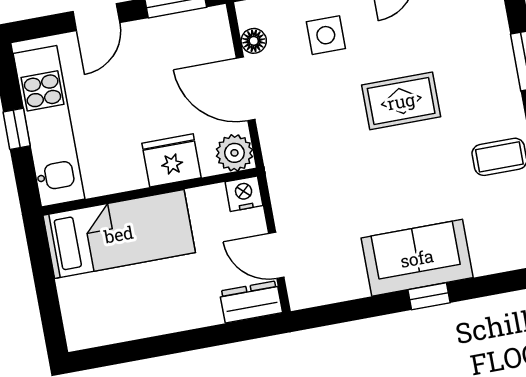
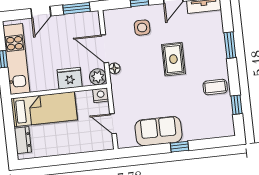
floor lamp: (254, 41) -> (114, 68), moved
rug: (401, 101) -> (173, 59), turned 90
sofa: (417, 258) -> (158, 131), moved
dresser: (251, 302) -> (23, 140), moved, turned 90

